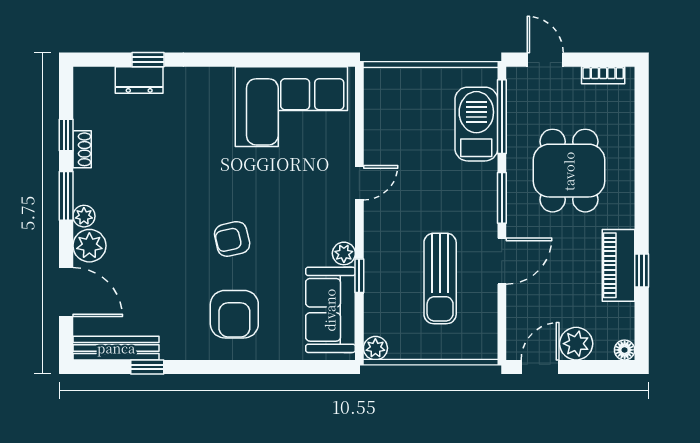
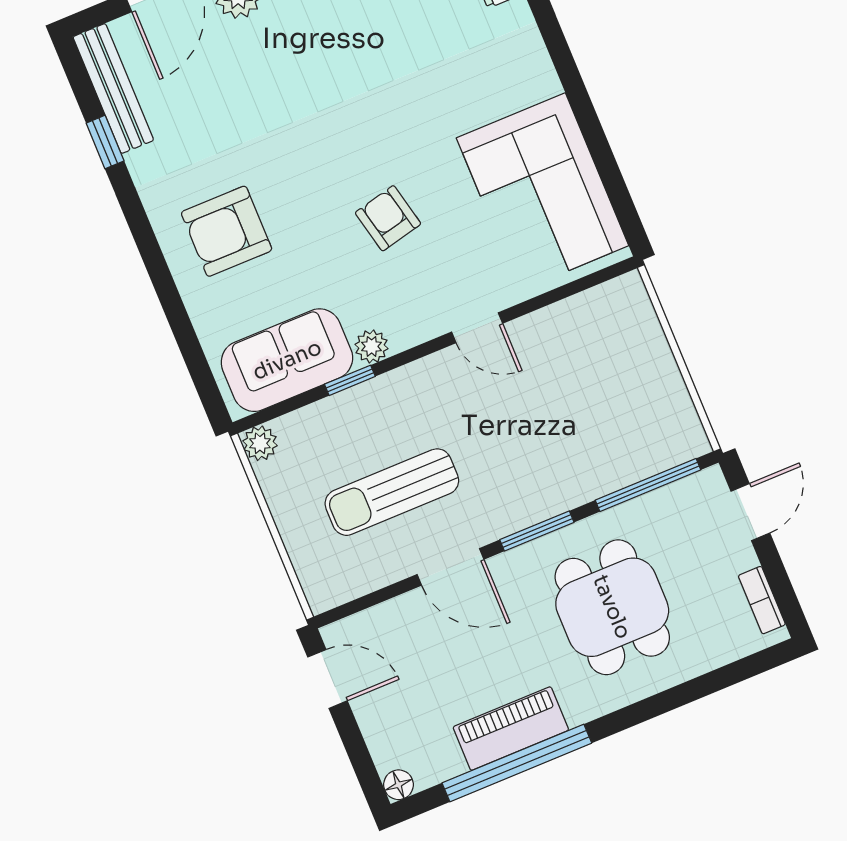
barbecue: (476, 124) -> (623, 454), removed
dining table: (569, 171) -> (612, 607), turned 90
armchair: (232, 239) -> (388, 218), moved
window: (642, 270) -> (517, 763), width x3.17
plant: (576, 344) -> (380, 715), removed

